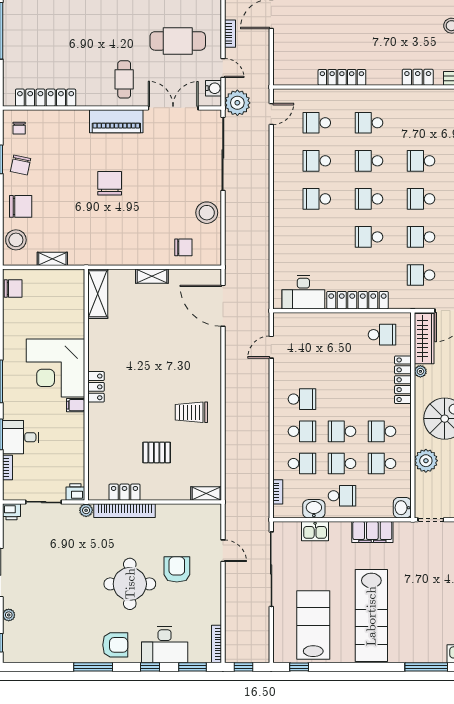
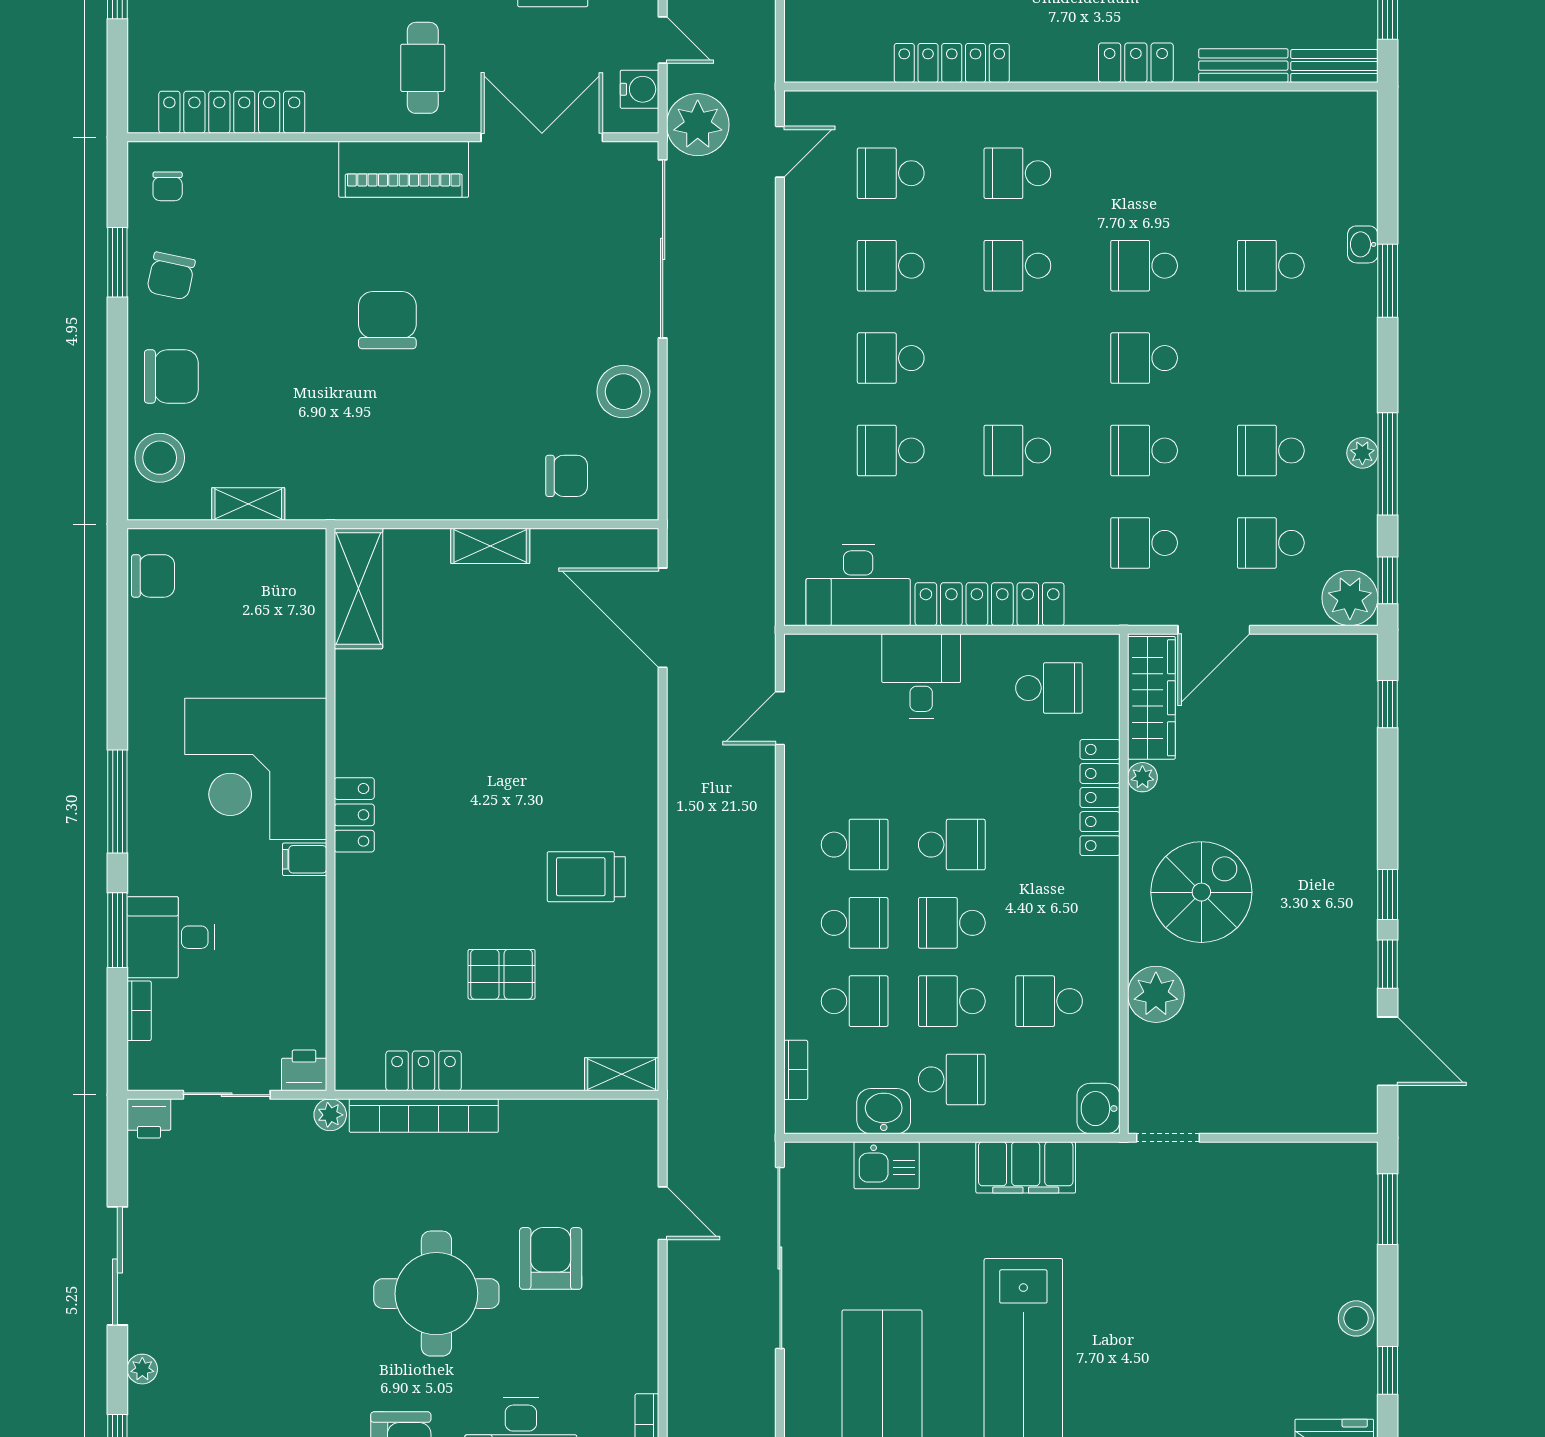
school desk: (369, 199) -> (891, 451), moved
desk: (329, 330) -> (921, 676), added
school desk: (382, 431) -> (952, 845), moved, turned 180

